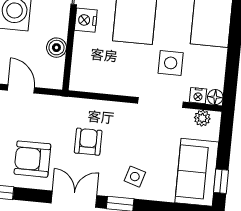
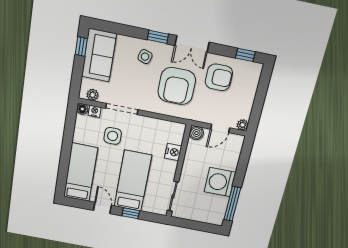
nightstand: (86, 20) -> (173, 152), moved
boiler: (56, 48) -> (196, 133), moved
door: (21, 89) -> (220, 128), hinge flipped
armchair: (88, 142) -> (177, 86), width x1.88, depth x1.88

